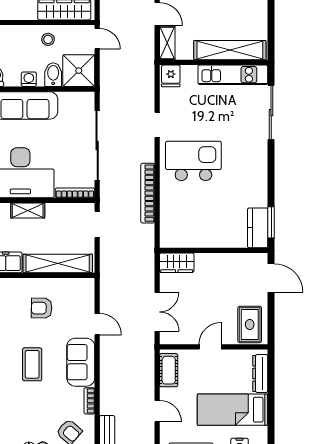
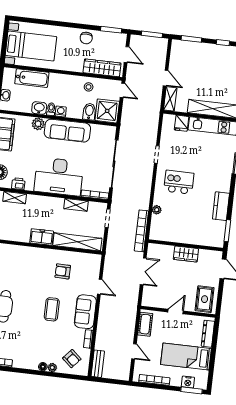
fridge: (171, 76) -> (182, 123), moved
washing machine: (29, 79) -> (61, 112), moved
kitchen island: (193, 161) -> (179, 182), width x0.73, depth x0.78
bookcase: (148, 193) -> (141, 231), moved
plant: (166, 204) -> (157, 210), added
shelving: (28, 211) -> (76, 205), moved
kitchen counter: (258, 228) -> (221, 206), moved
wardrobe: (177, 263) -> (186, 254), moved
double door: (157, 312) -> (143, 271), moved

